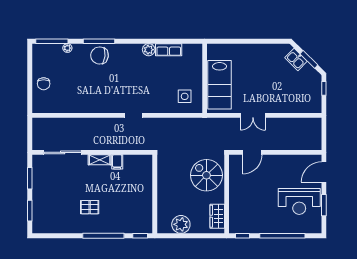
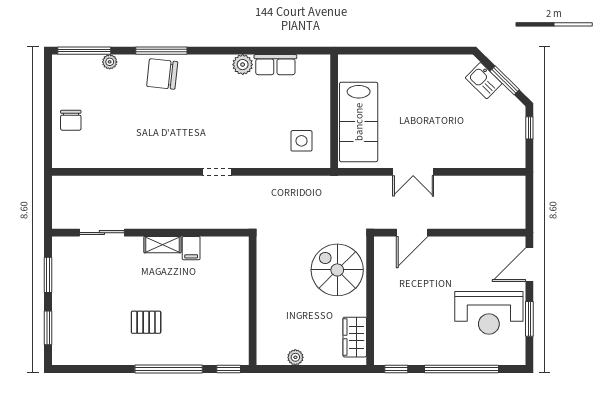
sliding door: (63, 152) -> (102, 233), width x0.73
plant: (181, 224) -> (295, 357), width x0.53, depth x0.53

